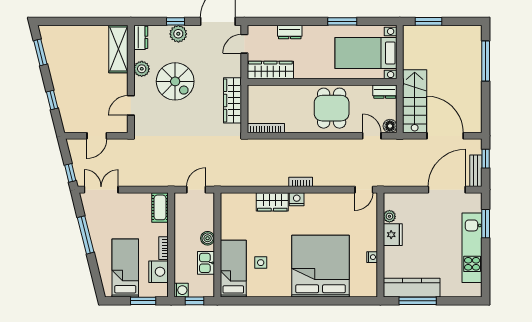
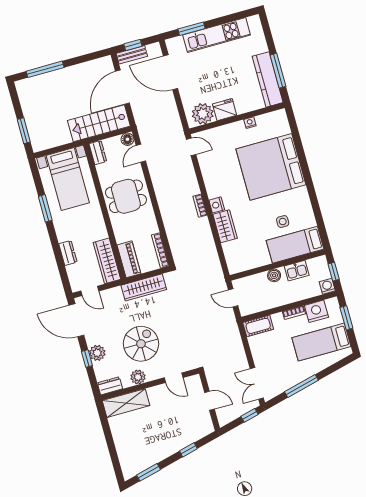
piano: (266, 93) -> (129, 259), added
bench: (476, 171) -> (132, 55), moved
plant: (389, 216) -> (203, 114), width x1.87, depth x1.87

